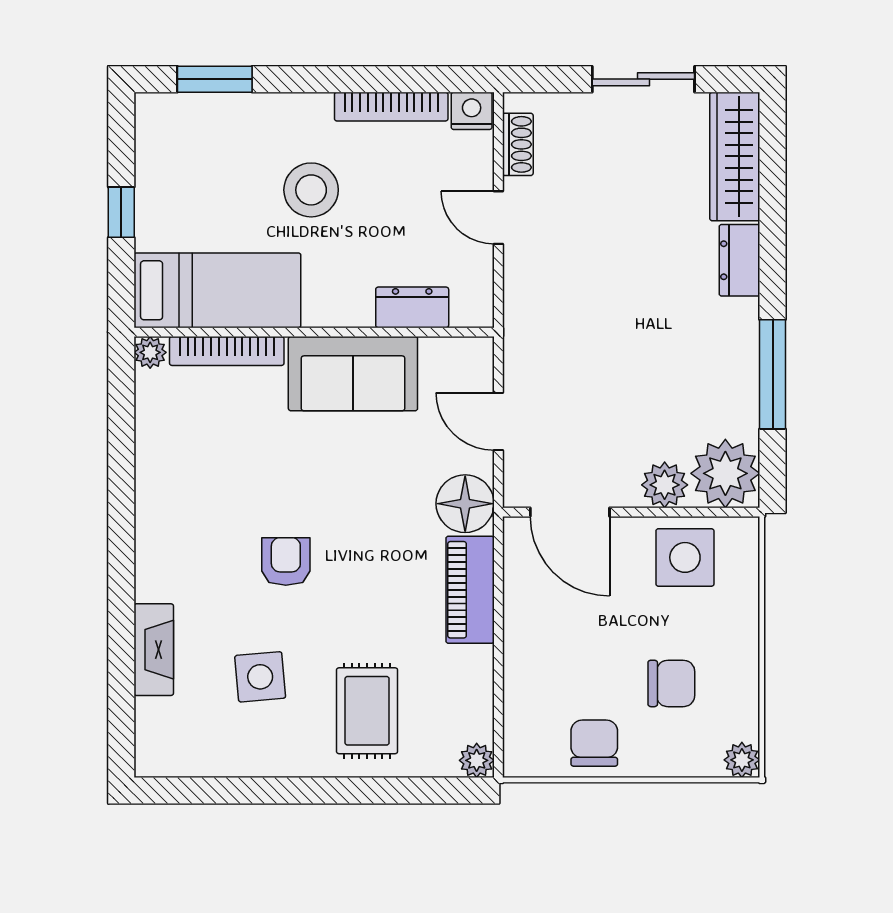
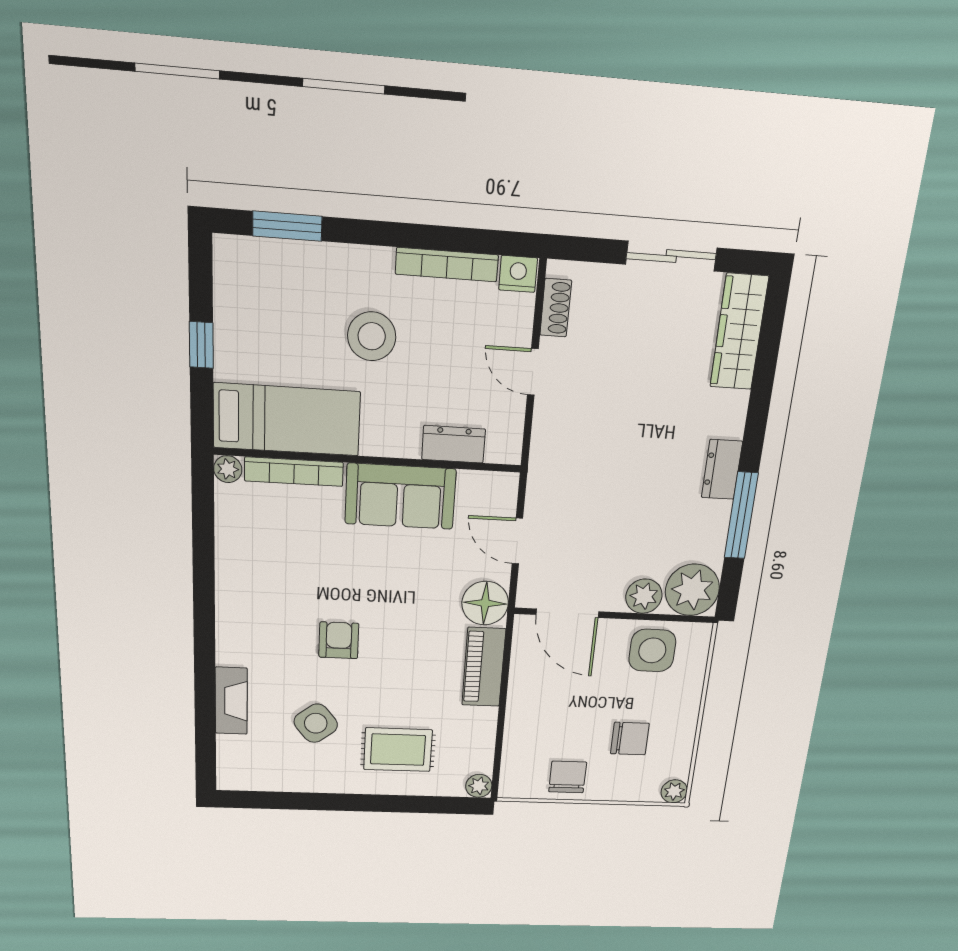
dresser: (739, 260) -> (722, 469), moved
side table: (260, 677) -> (316, 723), turned -33
rug: (367, 711) -> (398, 750), turned 90

